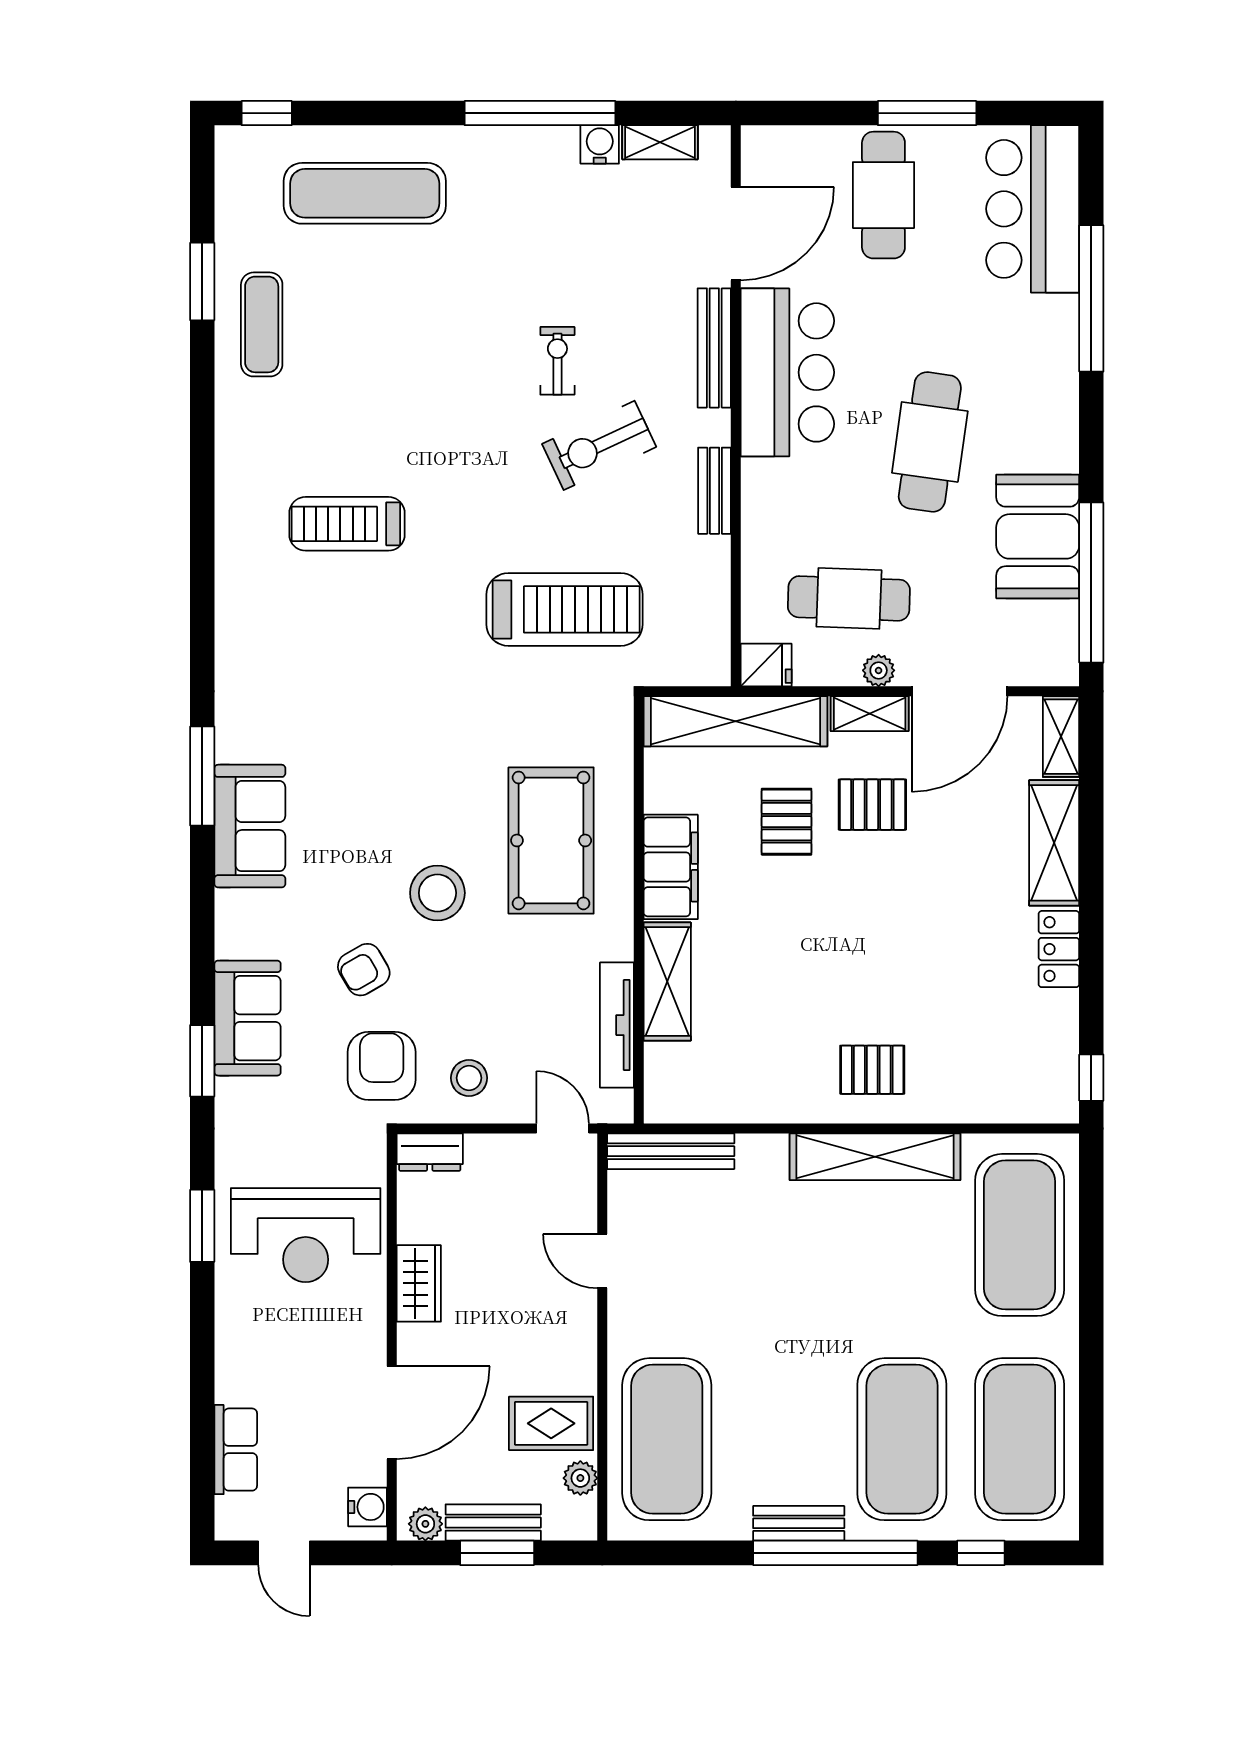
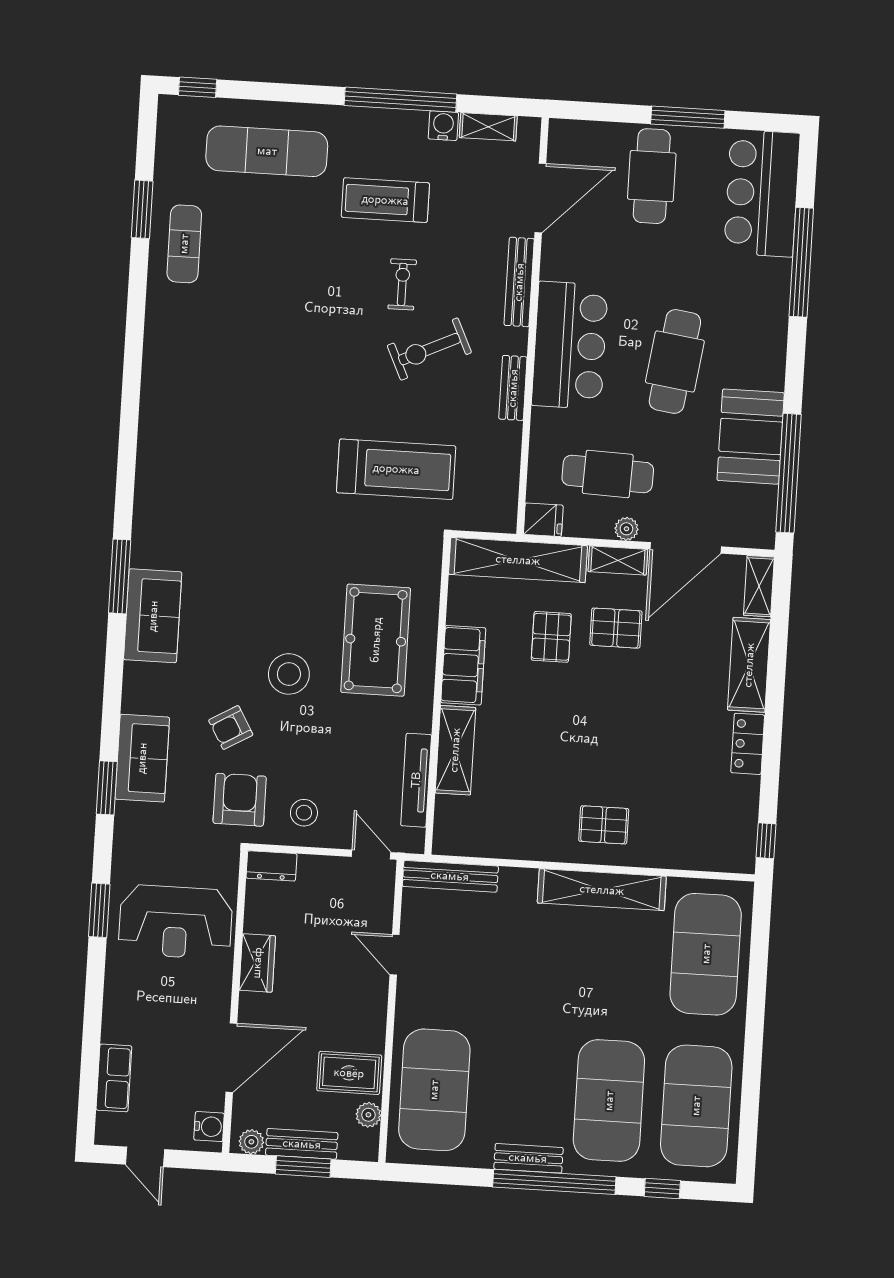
bar counter: (787, 372) -> (570, 345), moved
treadmill: (347, 524) -> (385, 200), moved

